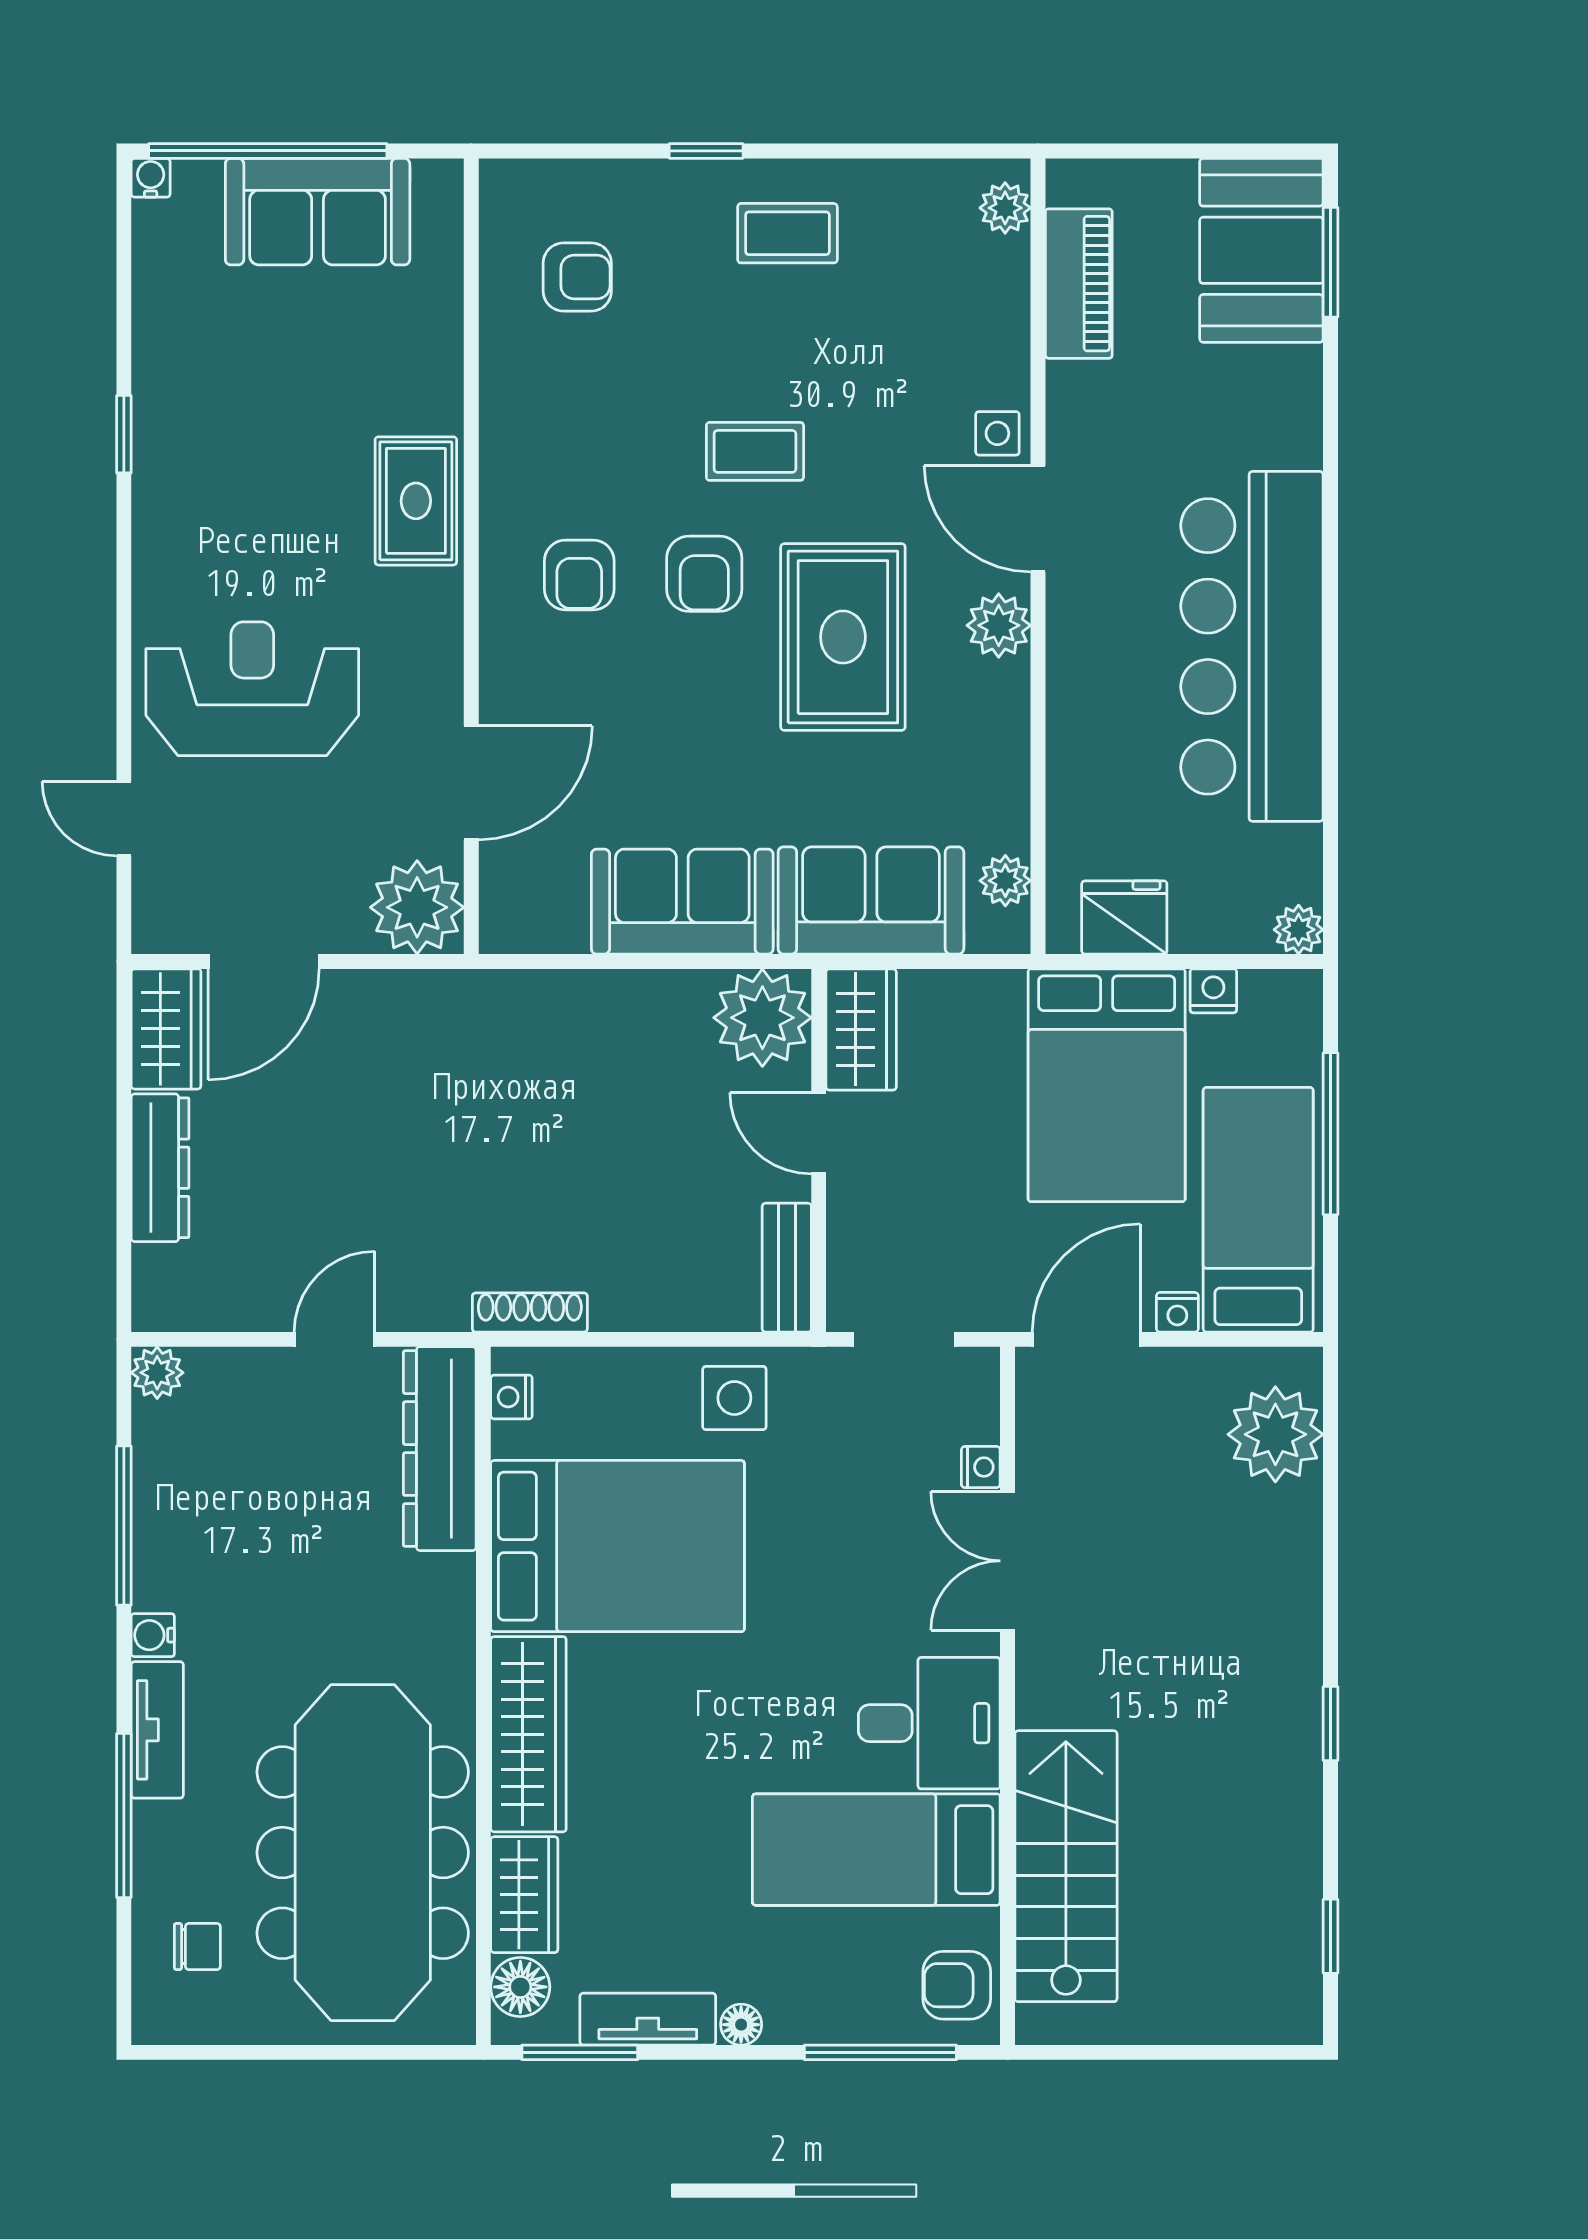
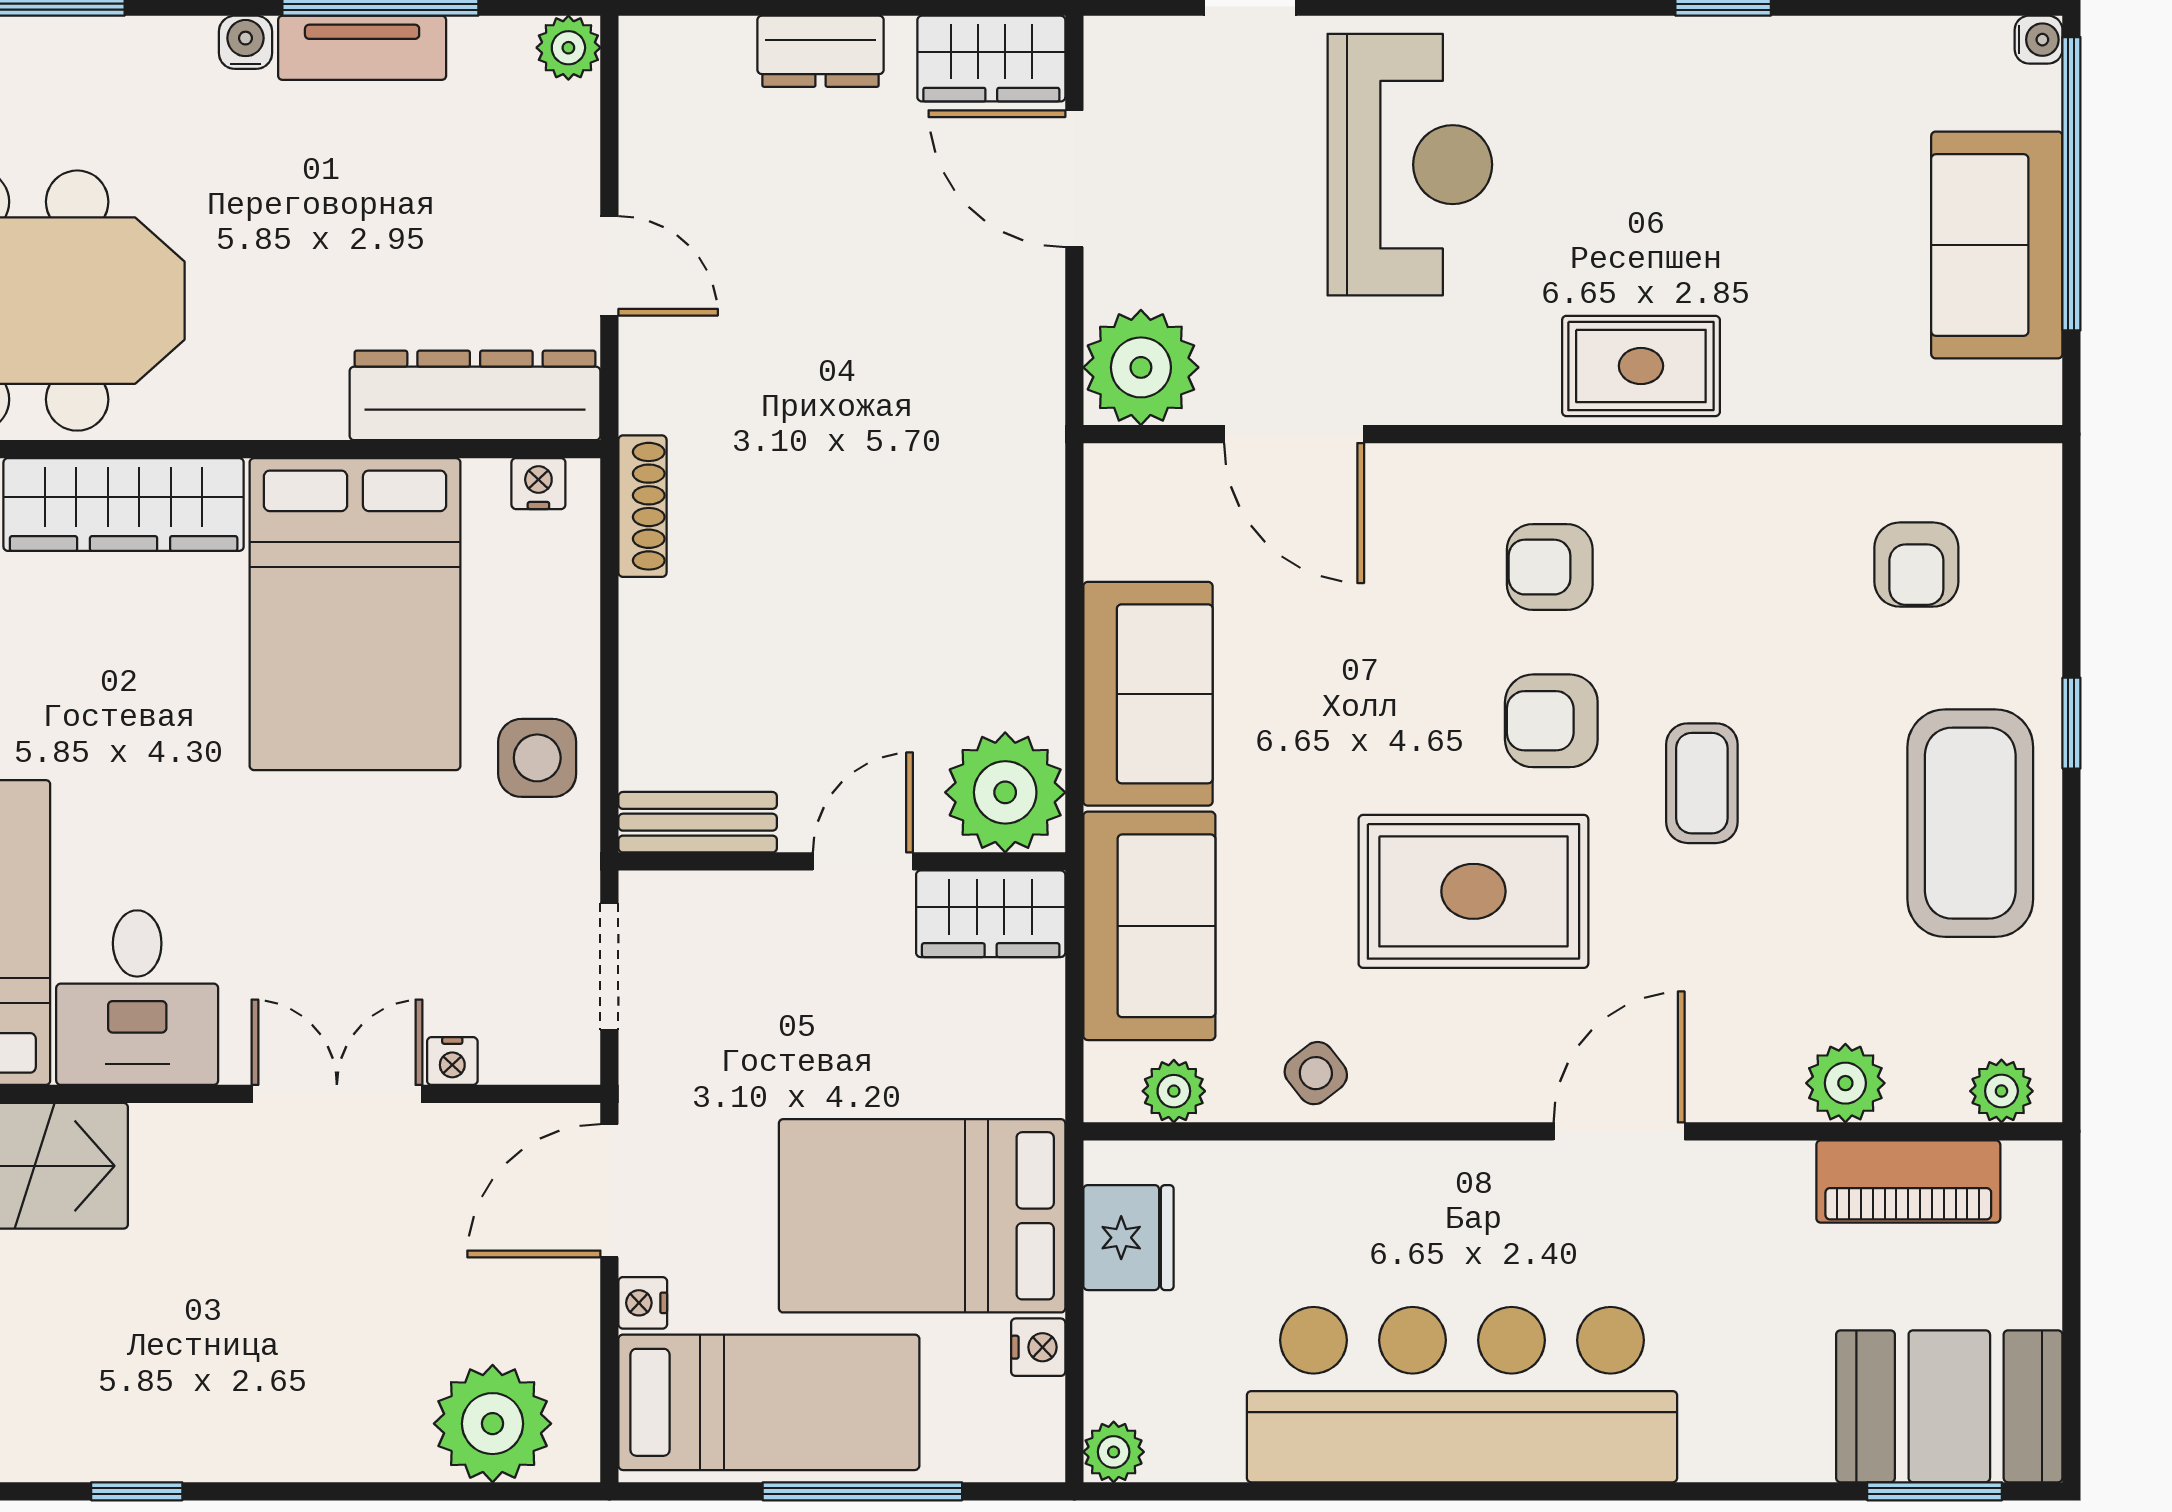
coffee table: (787, 233) -> (1970, 823), width x1.86, depth x1.72
side table: (997, 433) -> (1316, 1073), moved, turned -38
plant: (999, 625) -> (1845, 1083), moved
dresser: (160, 1168) -> (821, 51), width x0.70
door: (1086, 1339) -> (609, 1191), swing flipped
tv unit: (157, 1730) -> (362, 48), moved

